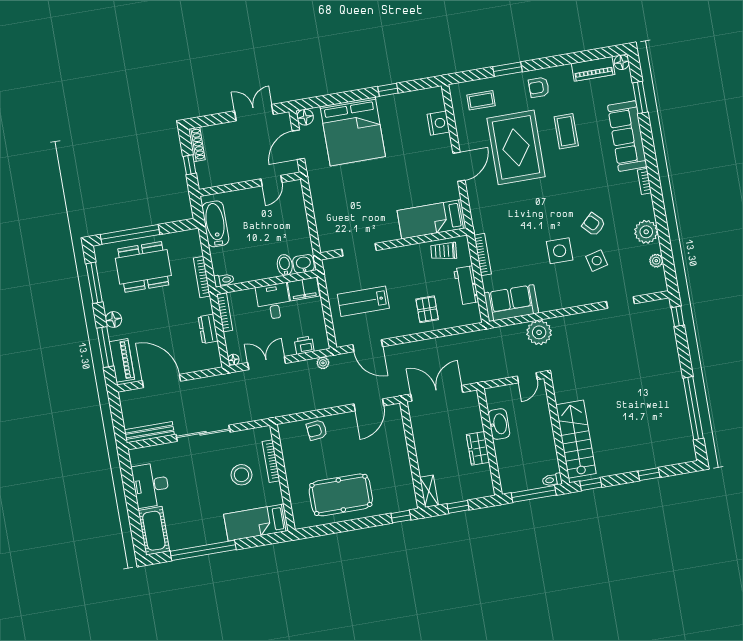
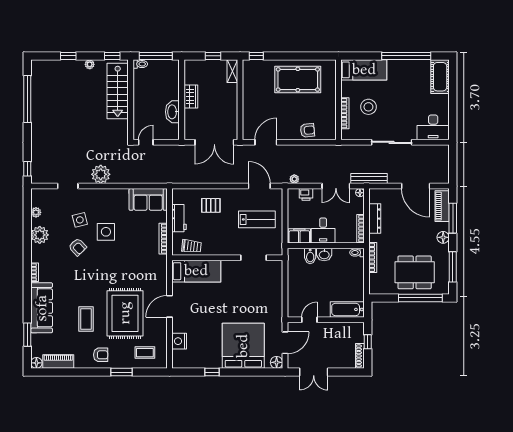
bathtub: (215, 224) -> (347, 309), moved, turned 90
washbasin: (304, 264) -> (324, 254), moved
pallet: (427, 309) -> (211, 205), turned 90
dresser: (208, 329) -> (375, 219), width x1.44
plant: (539, 332) -> (101, 174), moved
bench: (149, 432) -> (369, 179), moved
plant: (619, 468) -> (90, 64), added
desk: (151, 485) -> (433, 127), moved, turned 90

